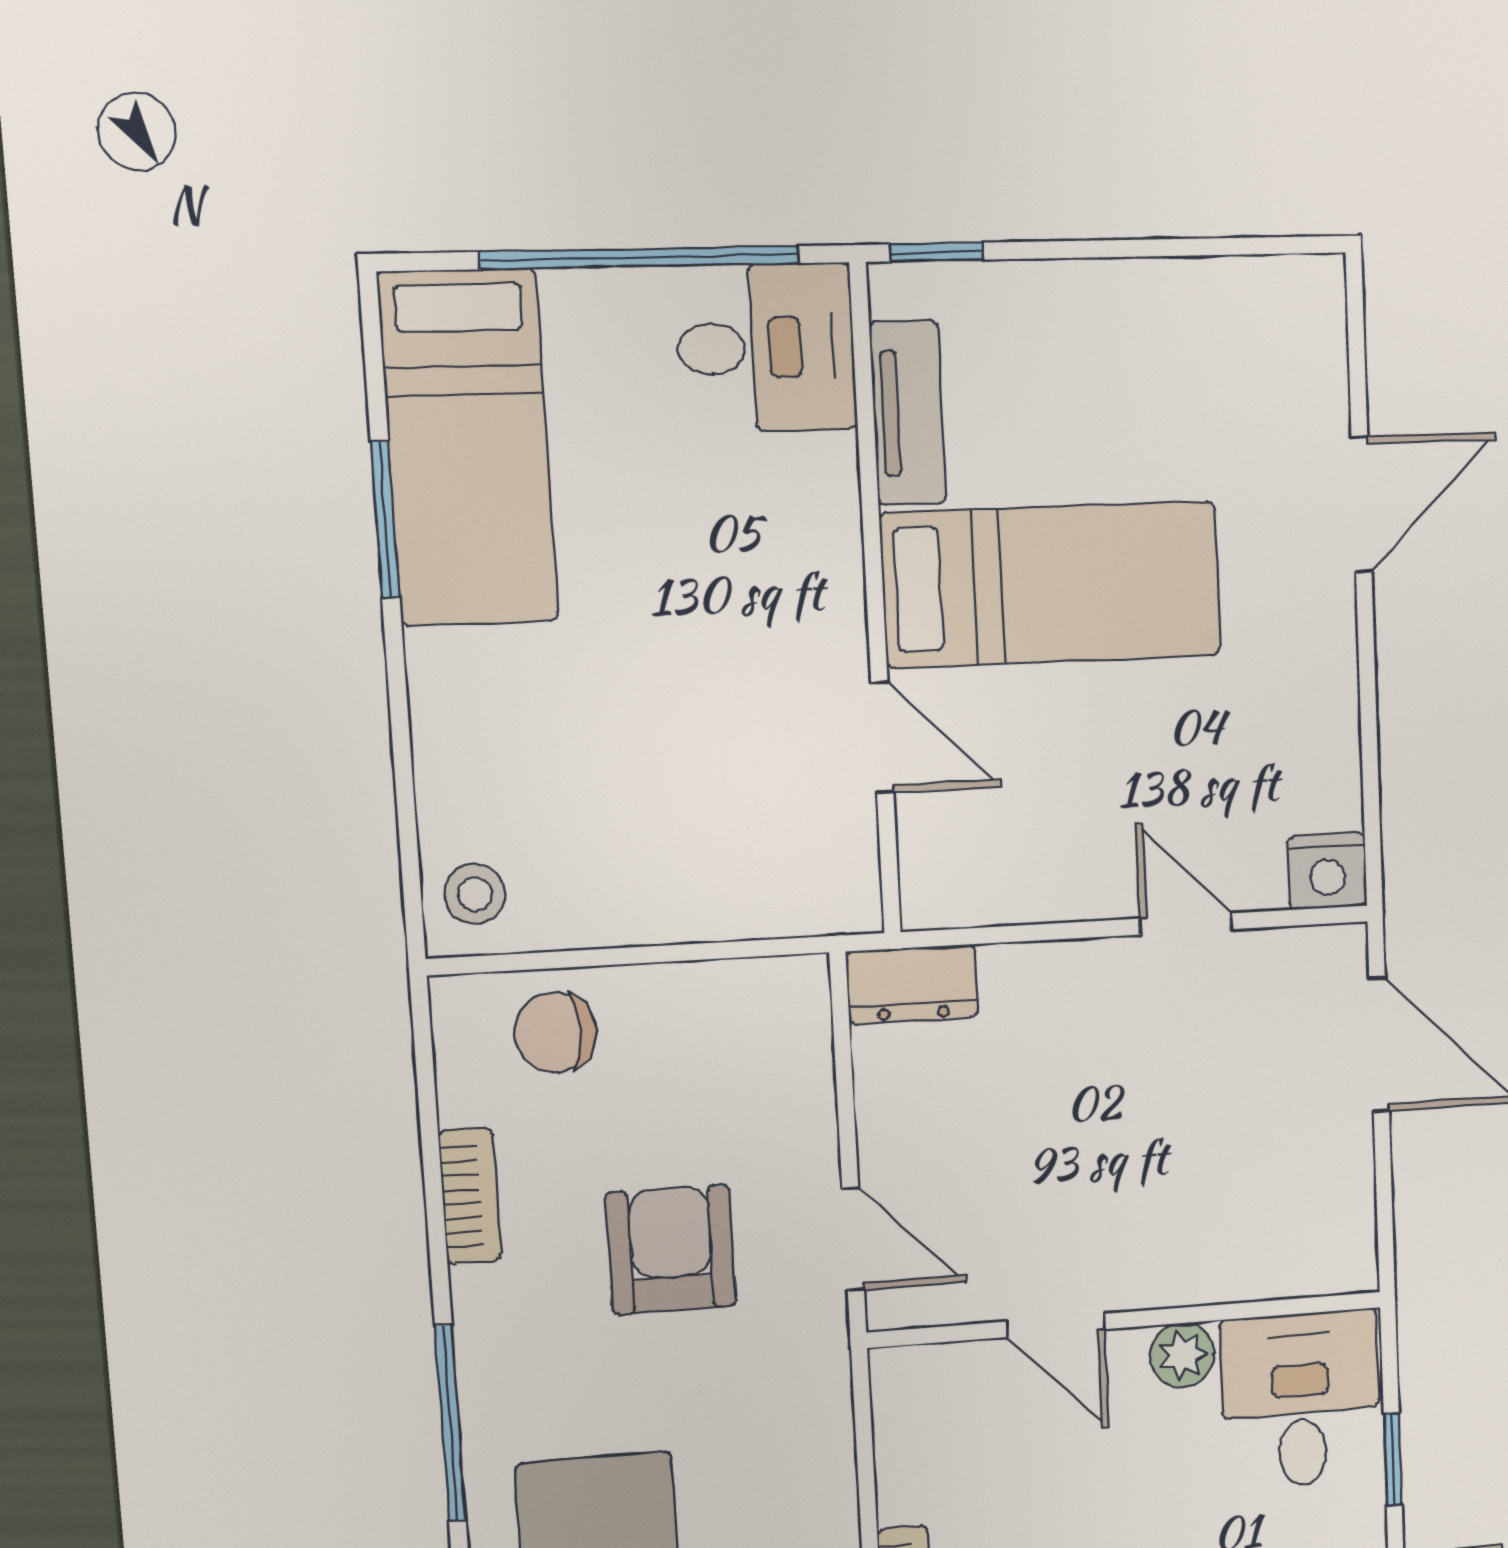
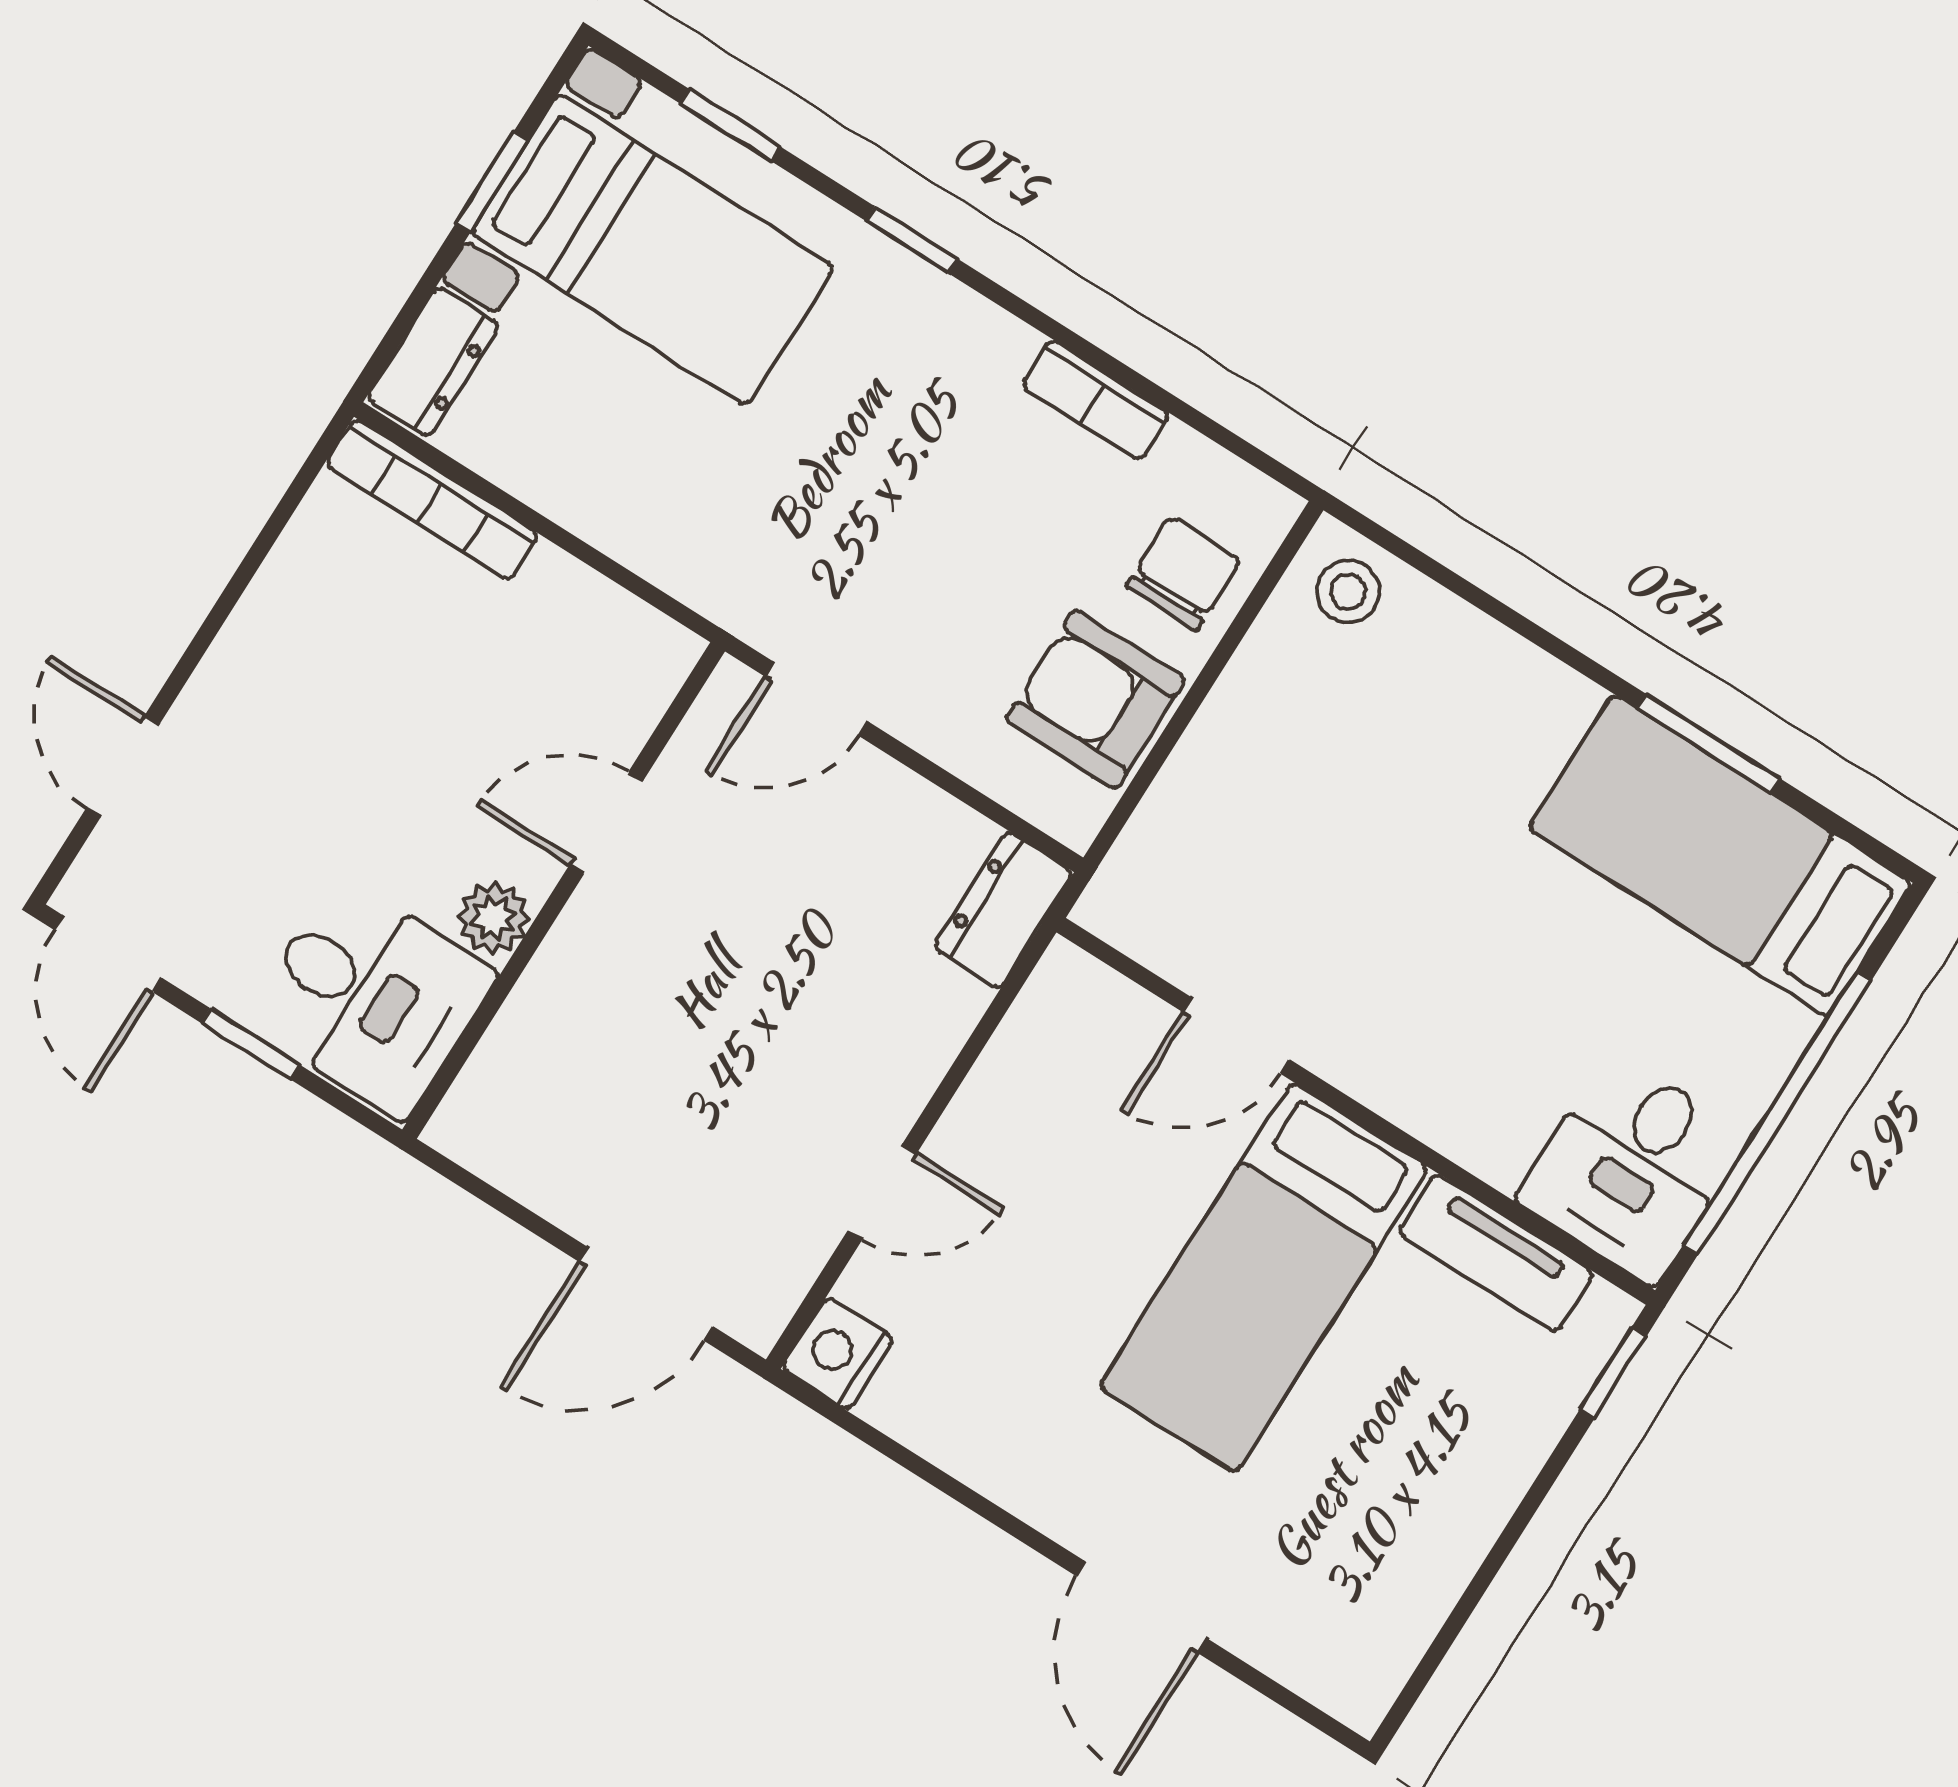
armchair: (671, 1250) -> (1095, 699), moved, turned 180
window: (450, 1423) -> (912, 240), width x0.46

